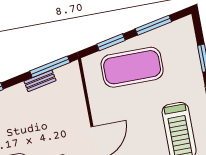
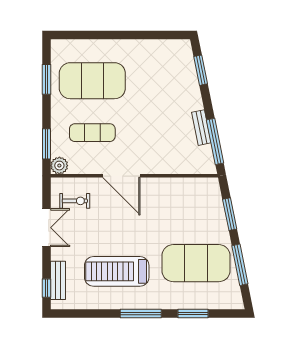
exercise mat: (132, 67) -> (196, 263), moved, turned 90

